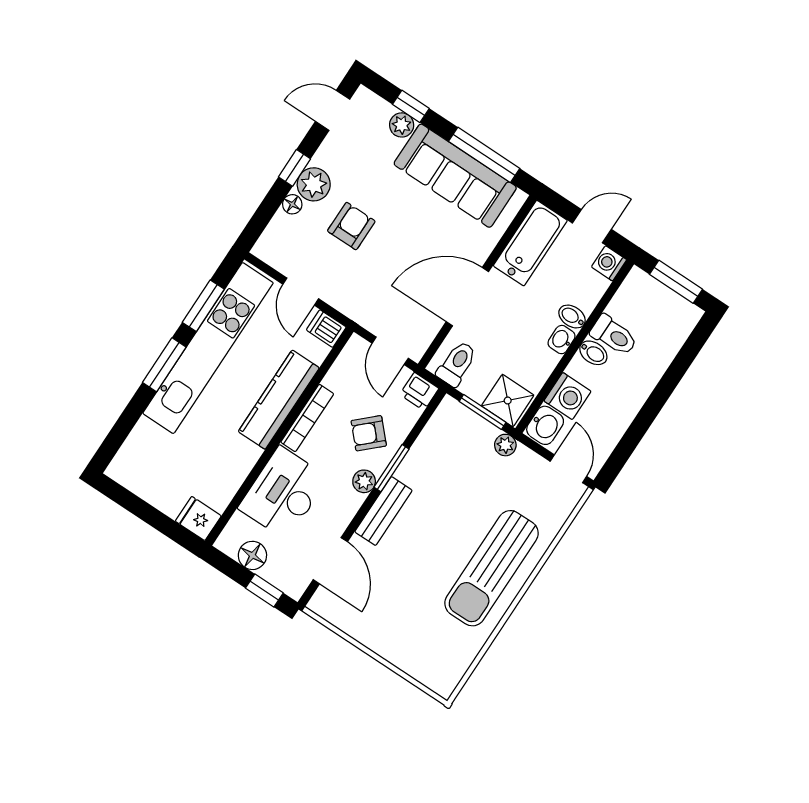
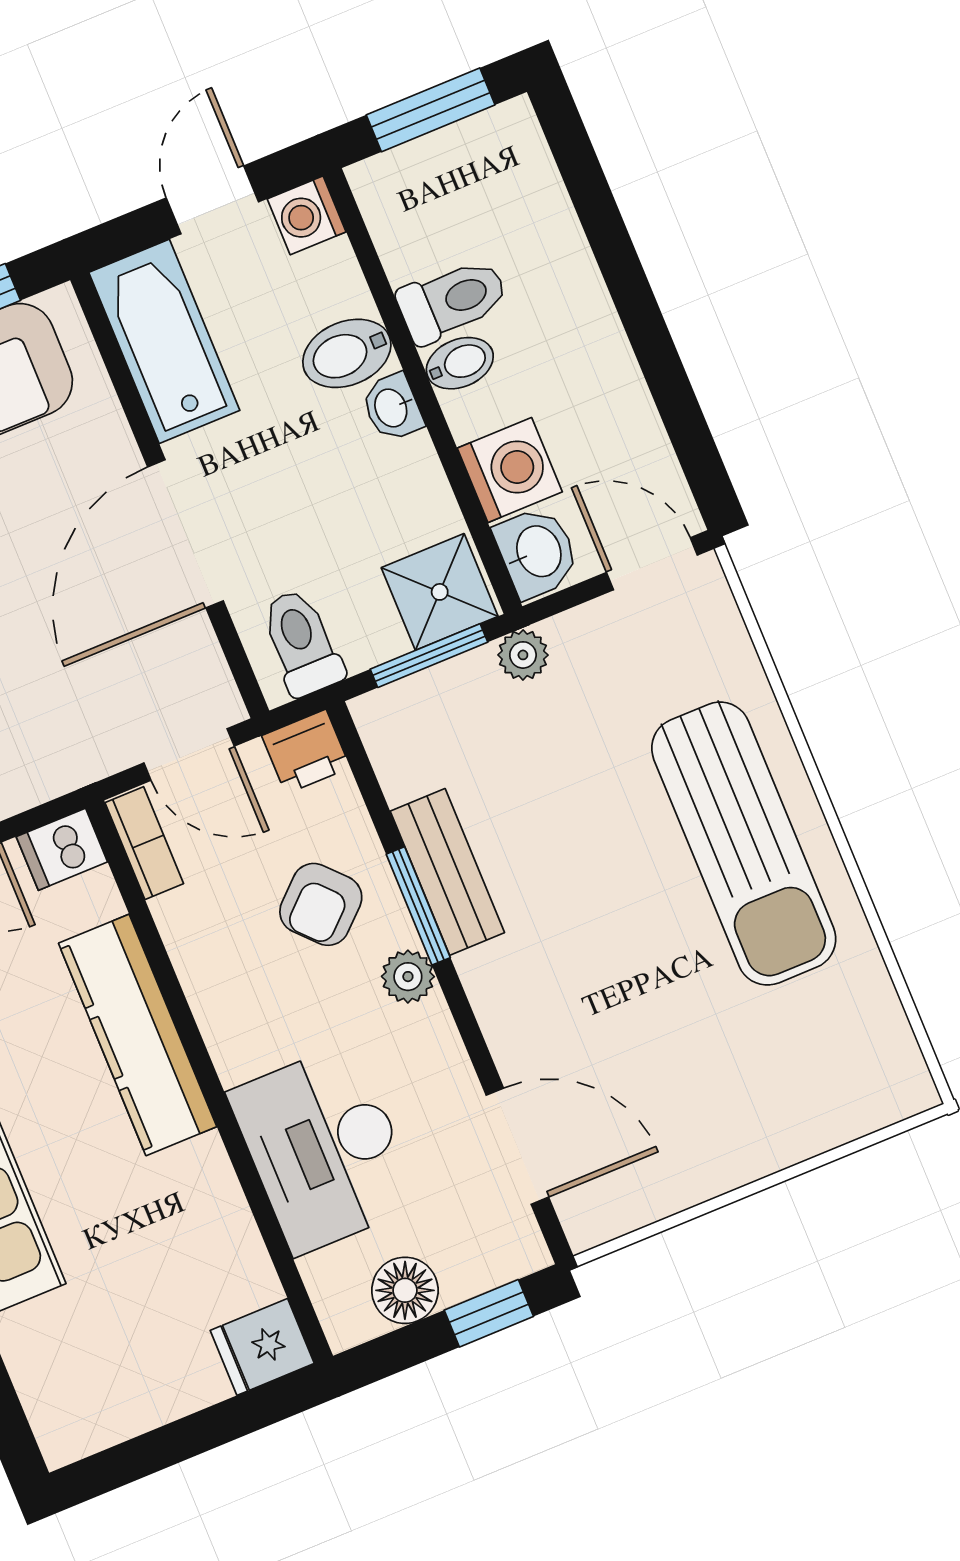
bidet: (572, 317) -> (347, 353), width x1.38, depth x1.36
bookcase: (307, 418) -> (144, 843), moved, width x0.64
bench: (383, 511) -> (447, 872), moved

